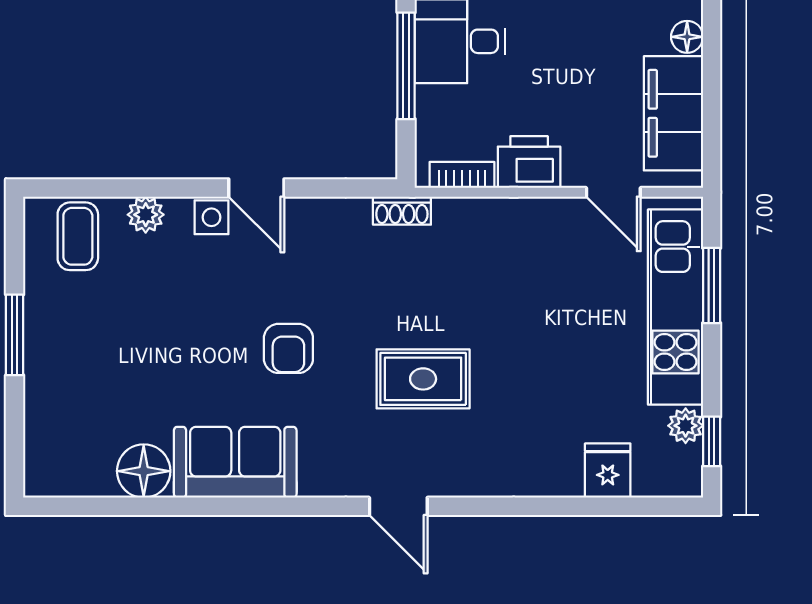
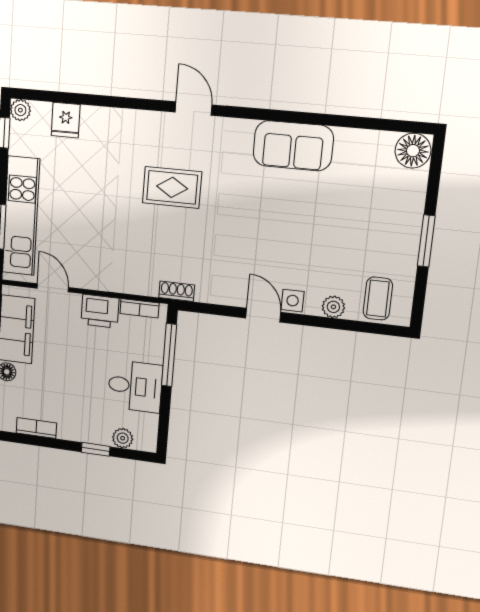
window: (406, 66) -> (169, 355), moved
armchair: (288, 348) -> (253, 215), removed
plant: (686, 426) -> (20, 110), moved
floor lamp: (144, 471) -> (413, 151), moved

